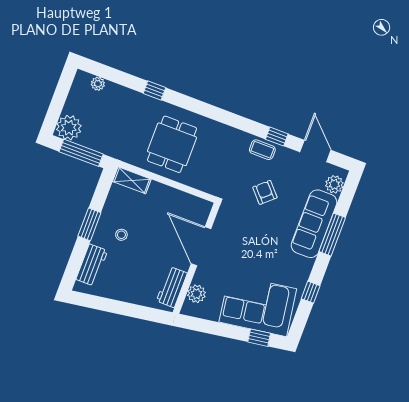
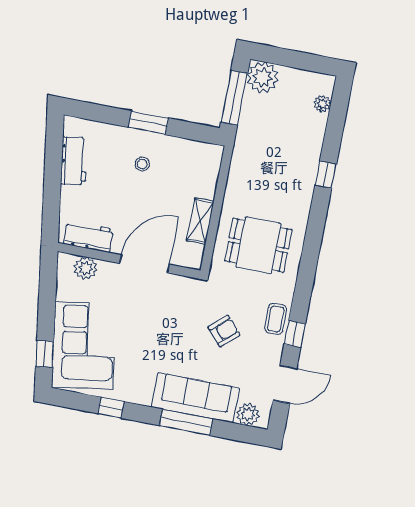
dining table: (172, 144) -> (258, 245), moved
shelving: (132, 180) -> (200, 221), moved
workbench: (92, 265) -> (74, 161), moved, turned -98

